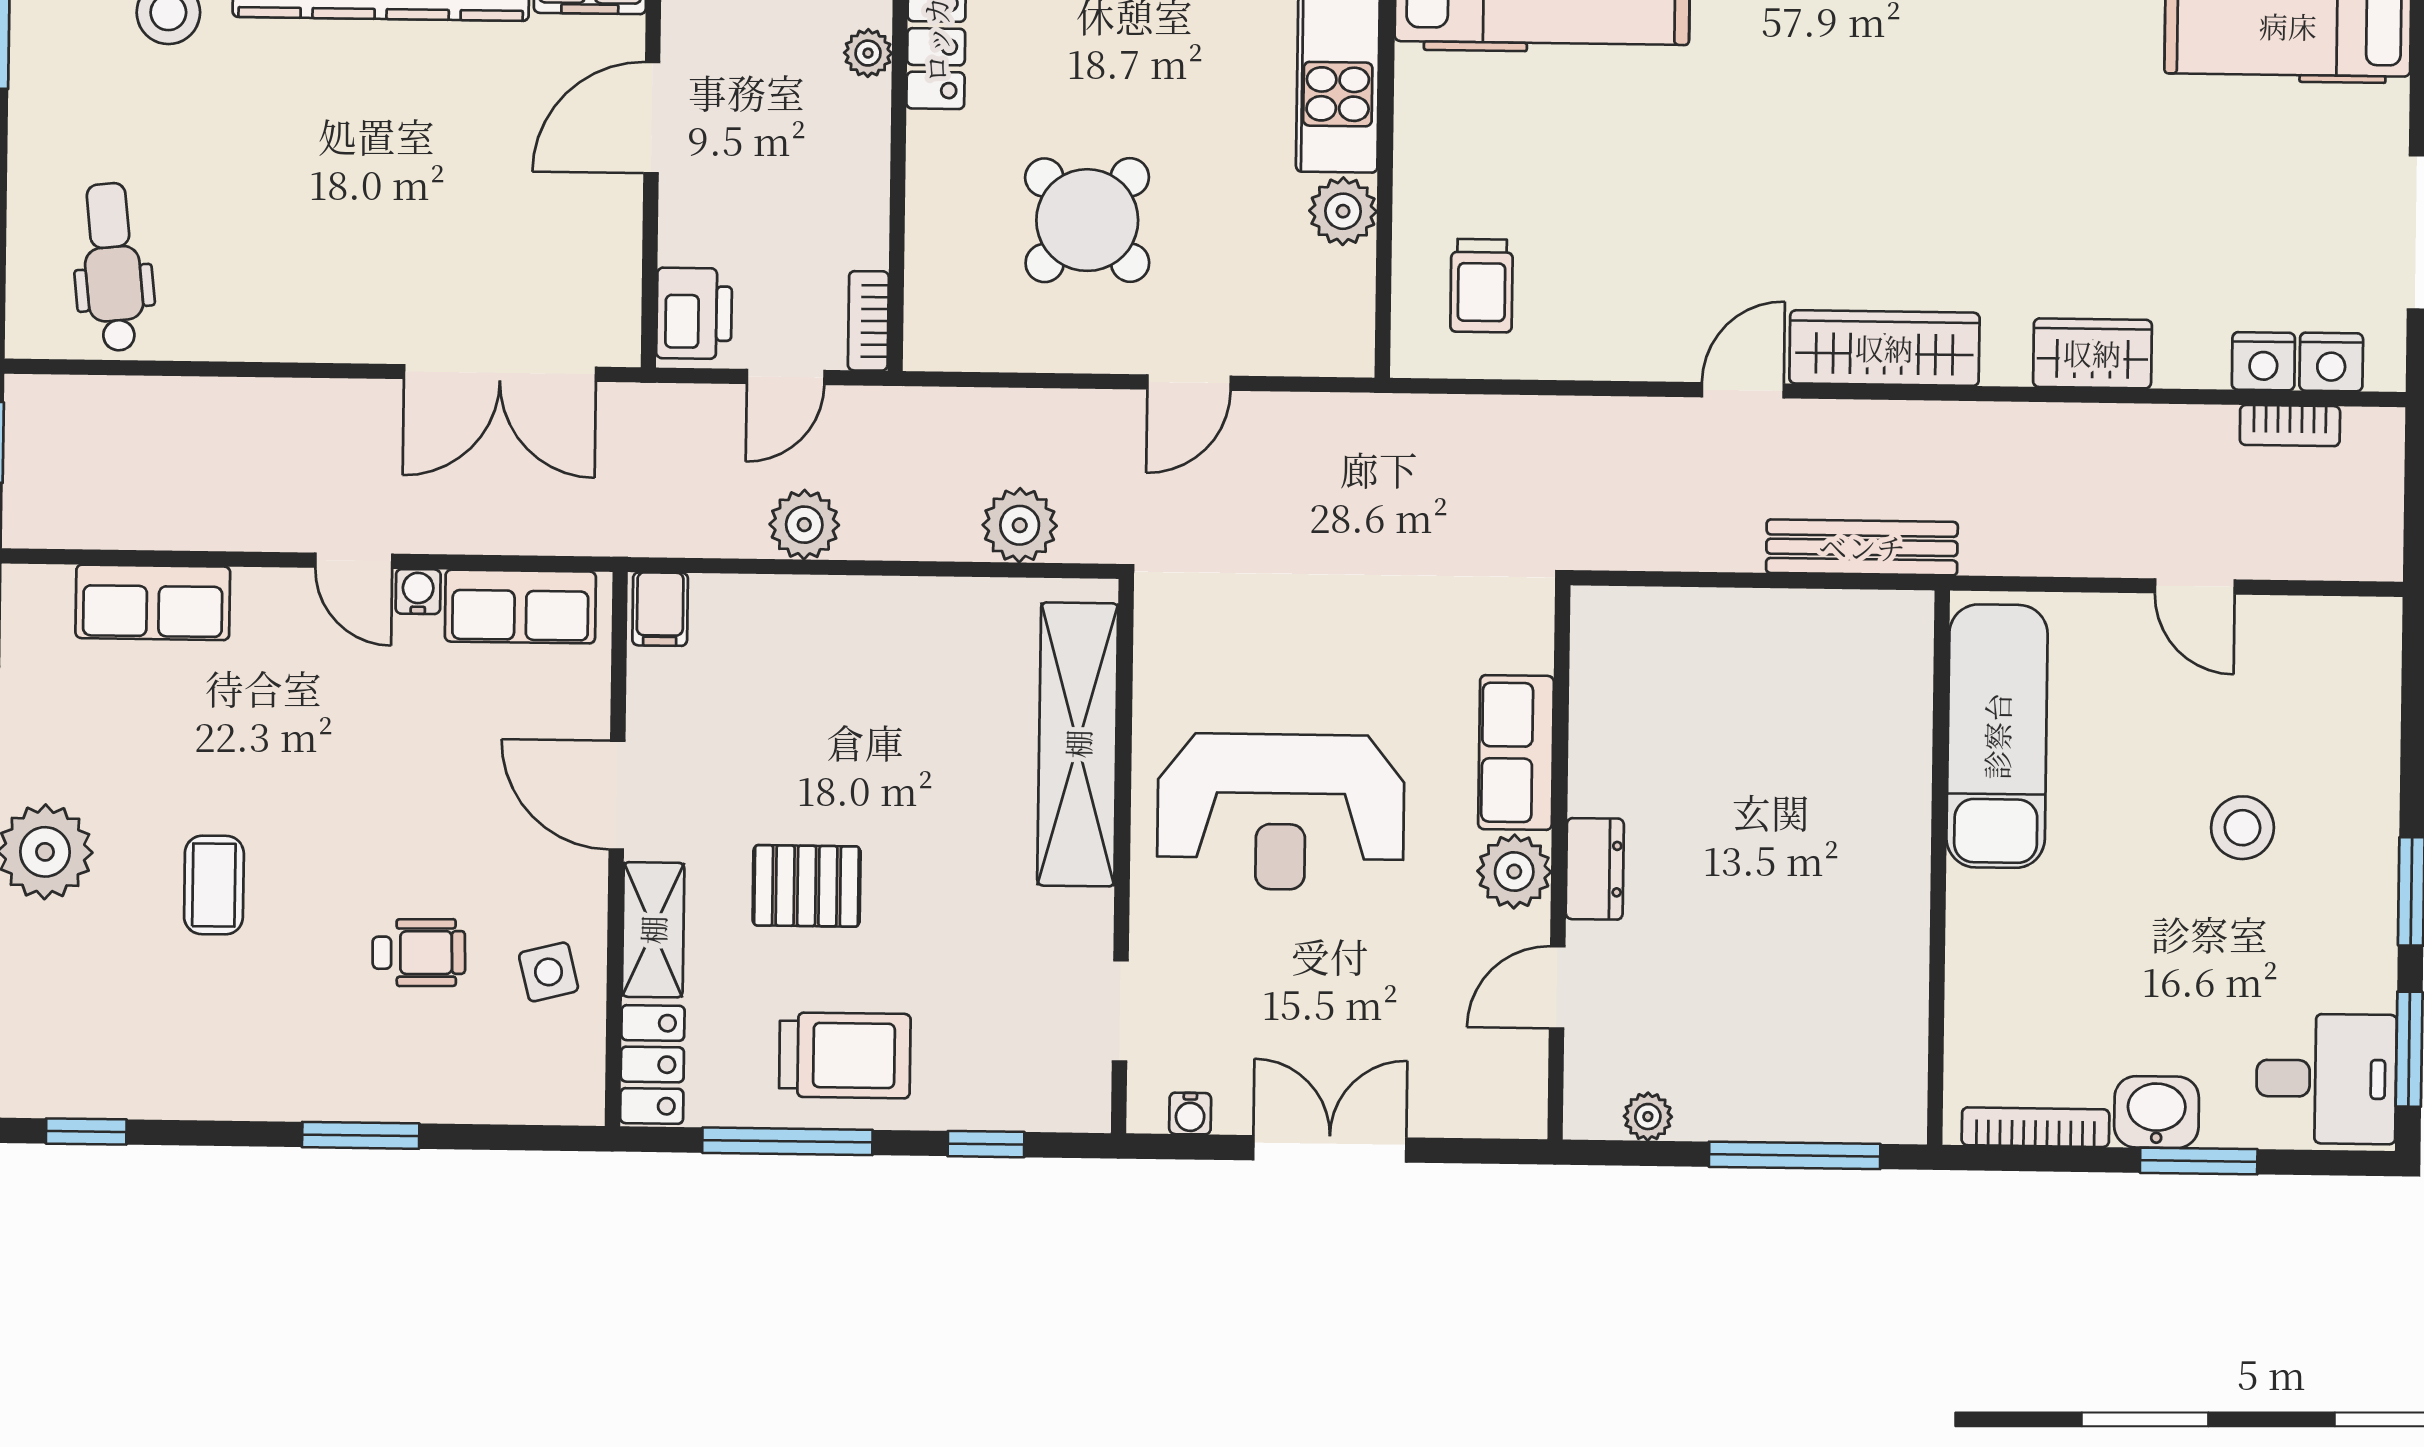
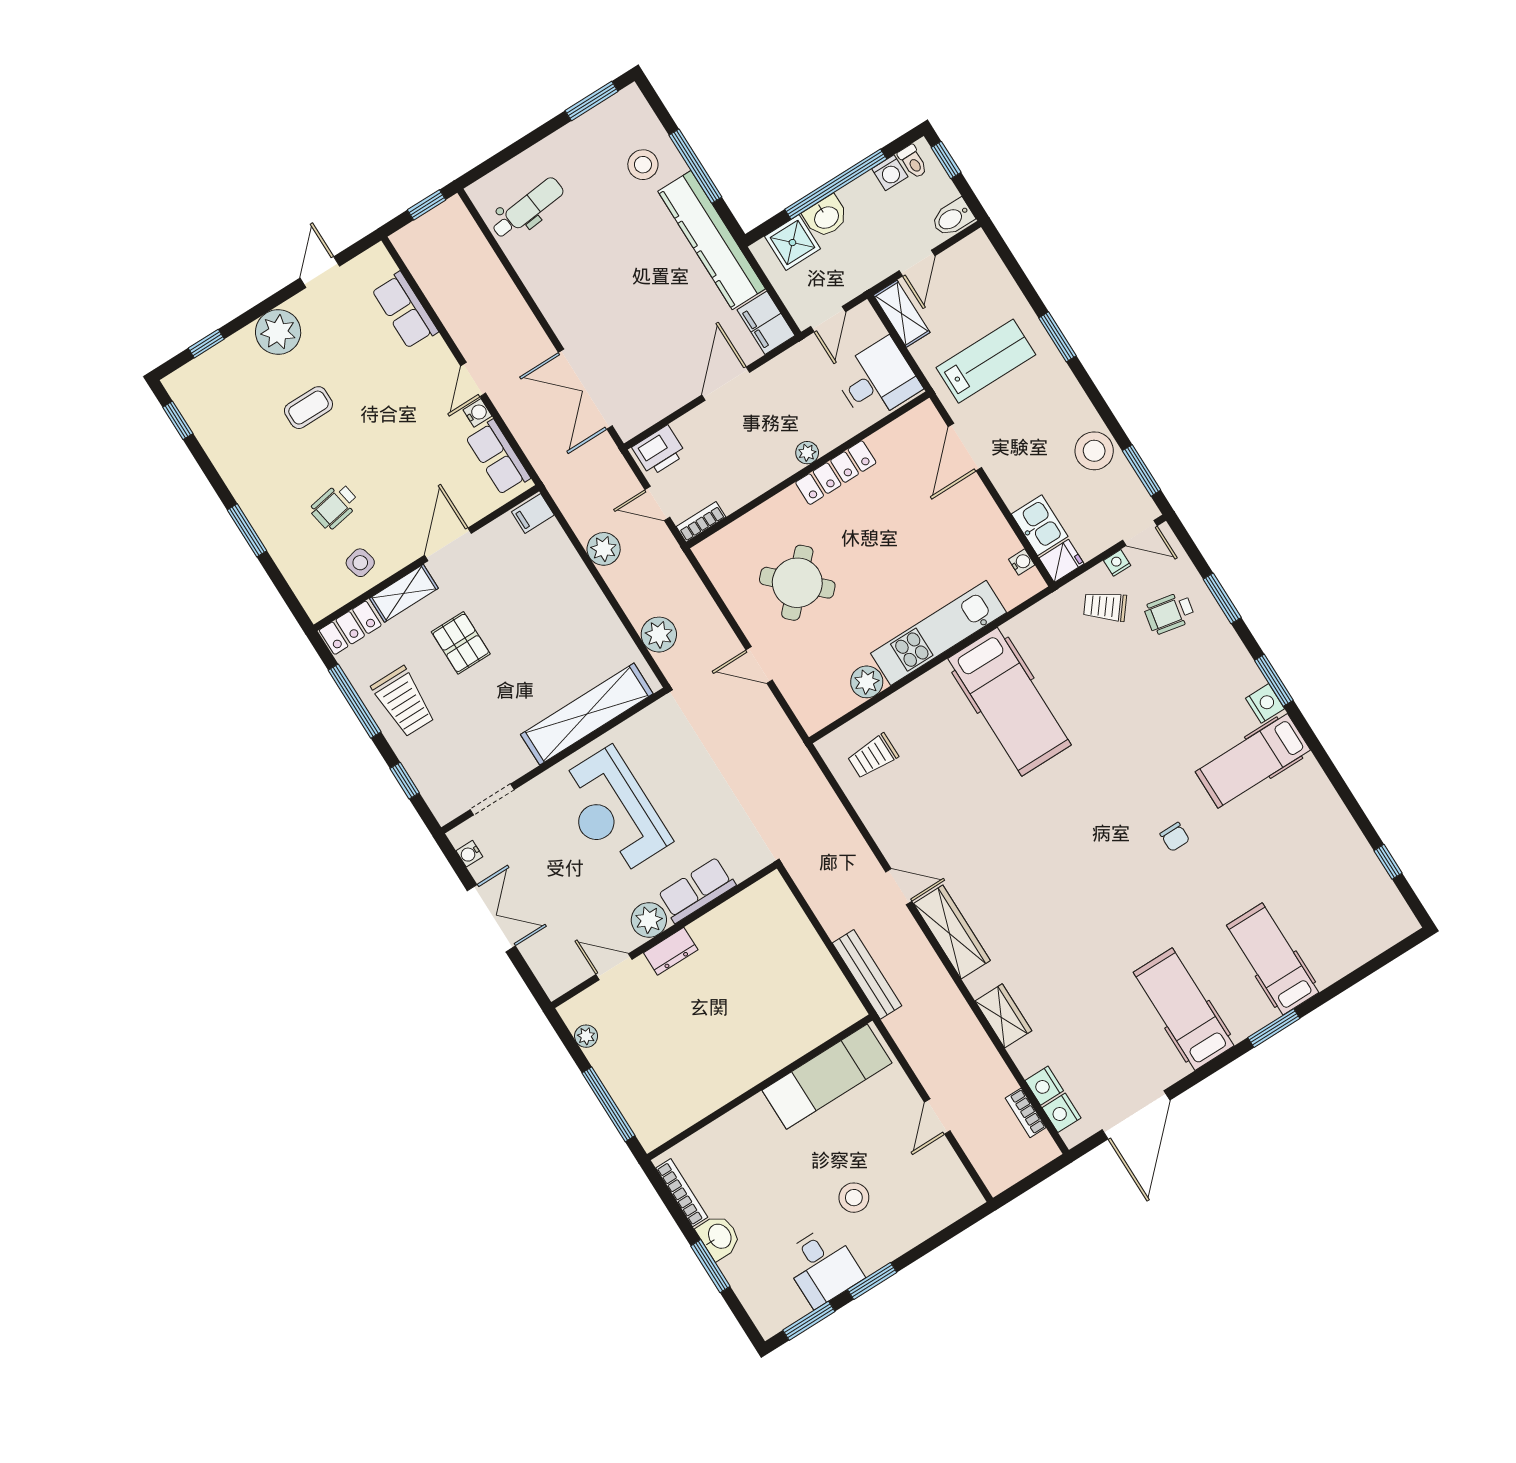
door: (652, 118) -> (726, 384), hinge flipped
wheelchair: (419, 953) -> (334, 506), turned 81
desk: (2326, 1079) -> (822, 1266), moved

